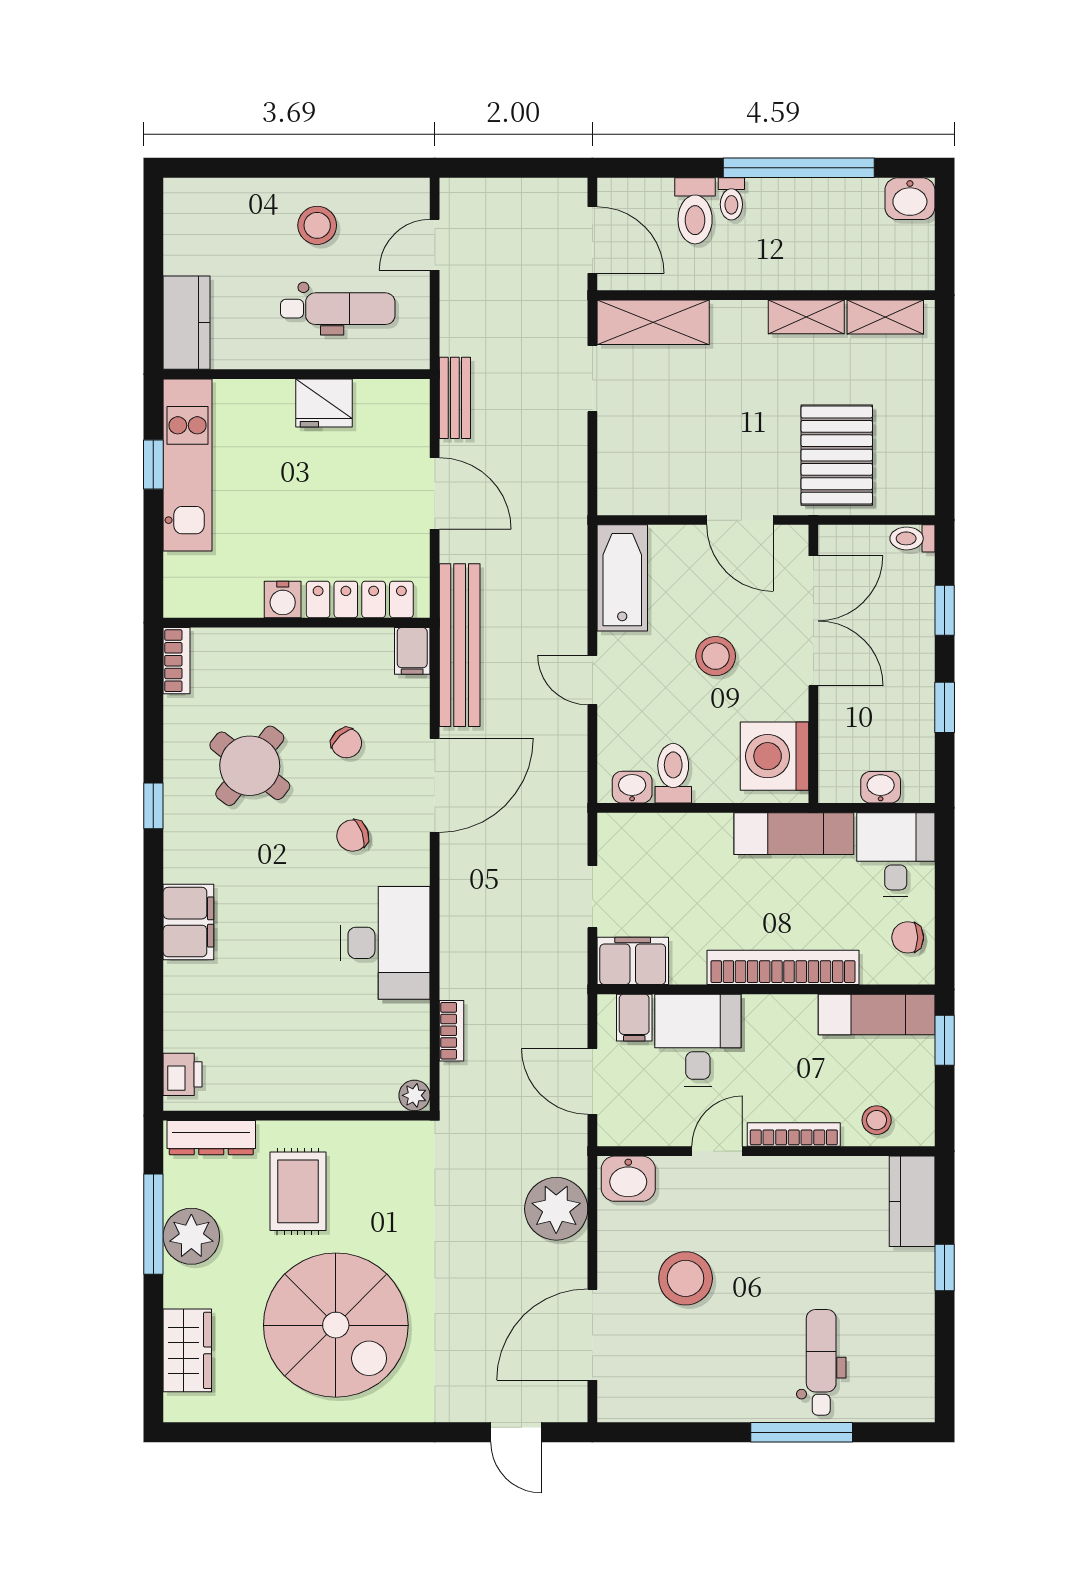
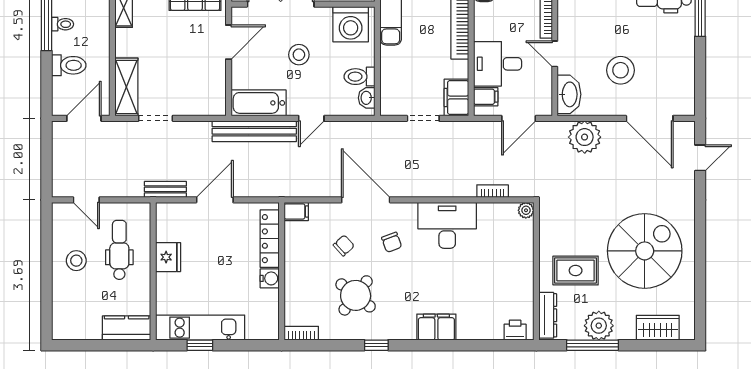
toilet: (731, 199) -> (63, 24), moved
bench: (460, 645) -> (254, 131), moved
washbasin: (628, 1179) -> (569, 94), width x1.38

